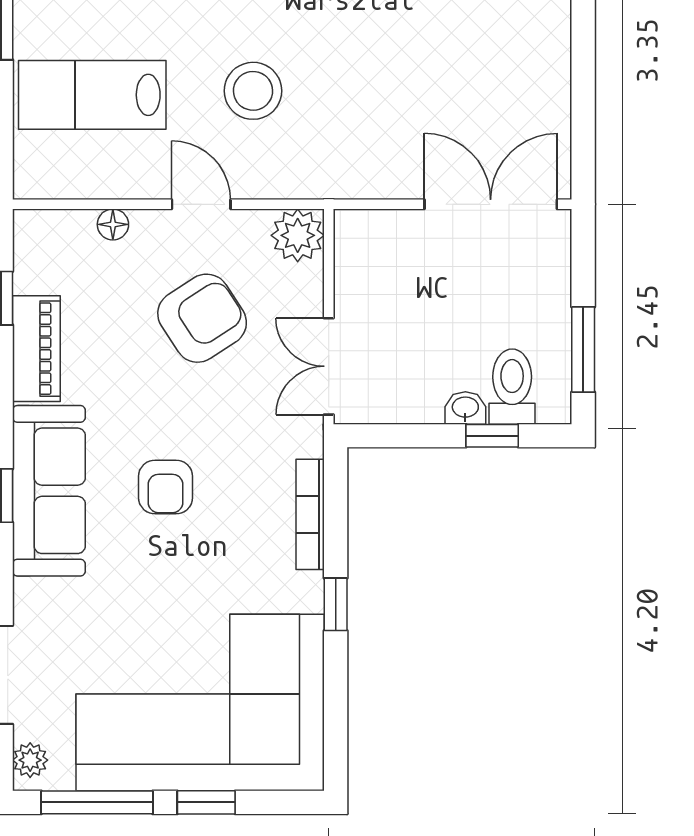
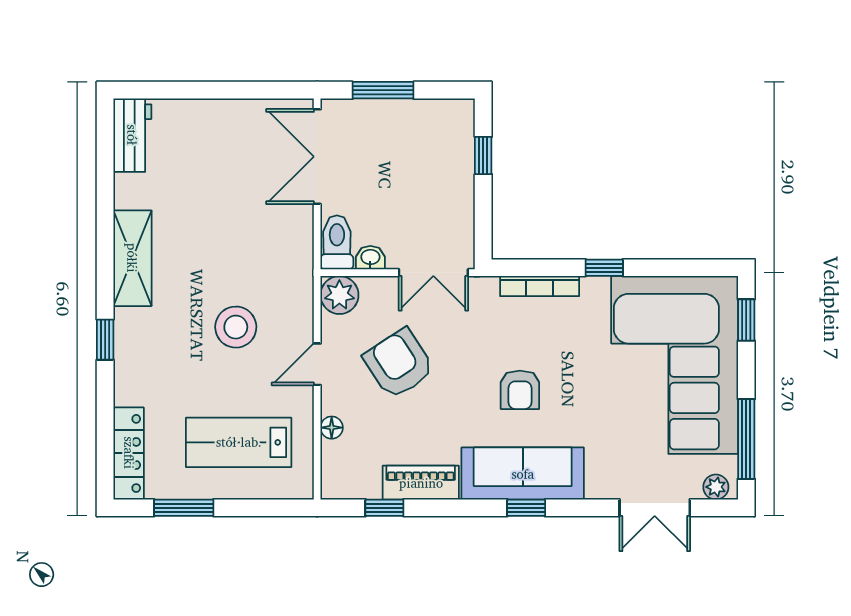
lab bench: (92, 95) -> (239, 442), turned 90
window: (583, 350) -> (383, 90), moved
toilet: (512, 387) -> (337, 242), moved, turned 90
washbasin: (465, 408) -> (370, 258), moved, turned 90
armchair: (166, 487) -> (520, 390), turned 90
window: (206, 802) -> (746, 320), moved

